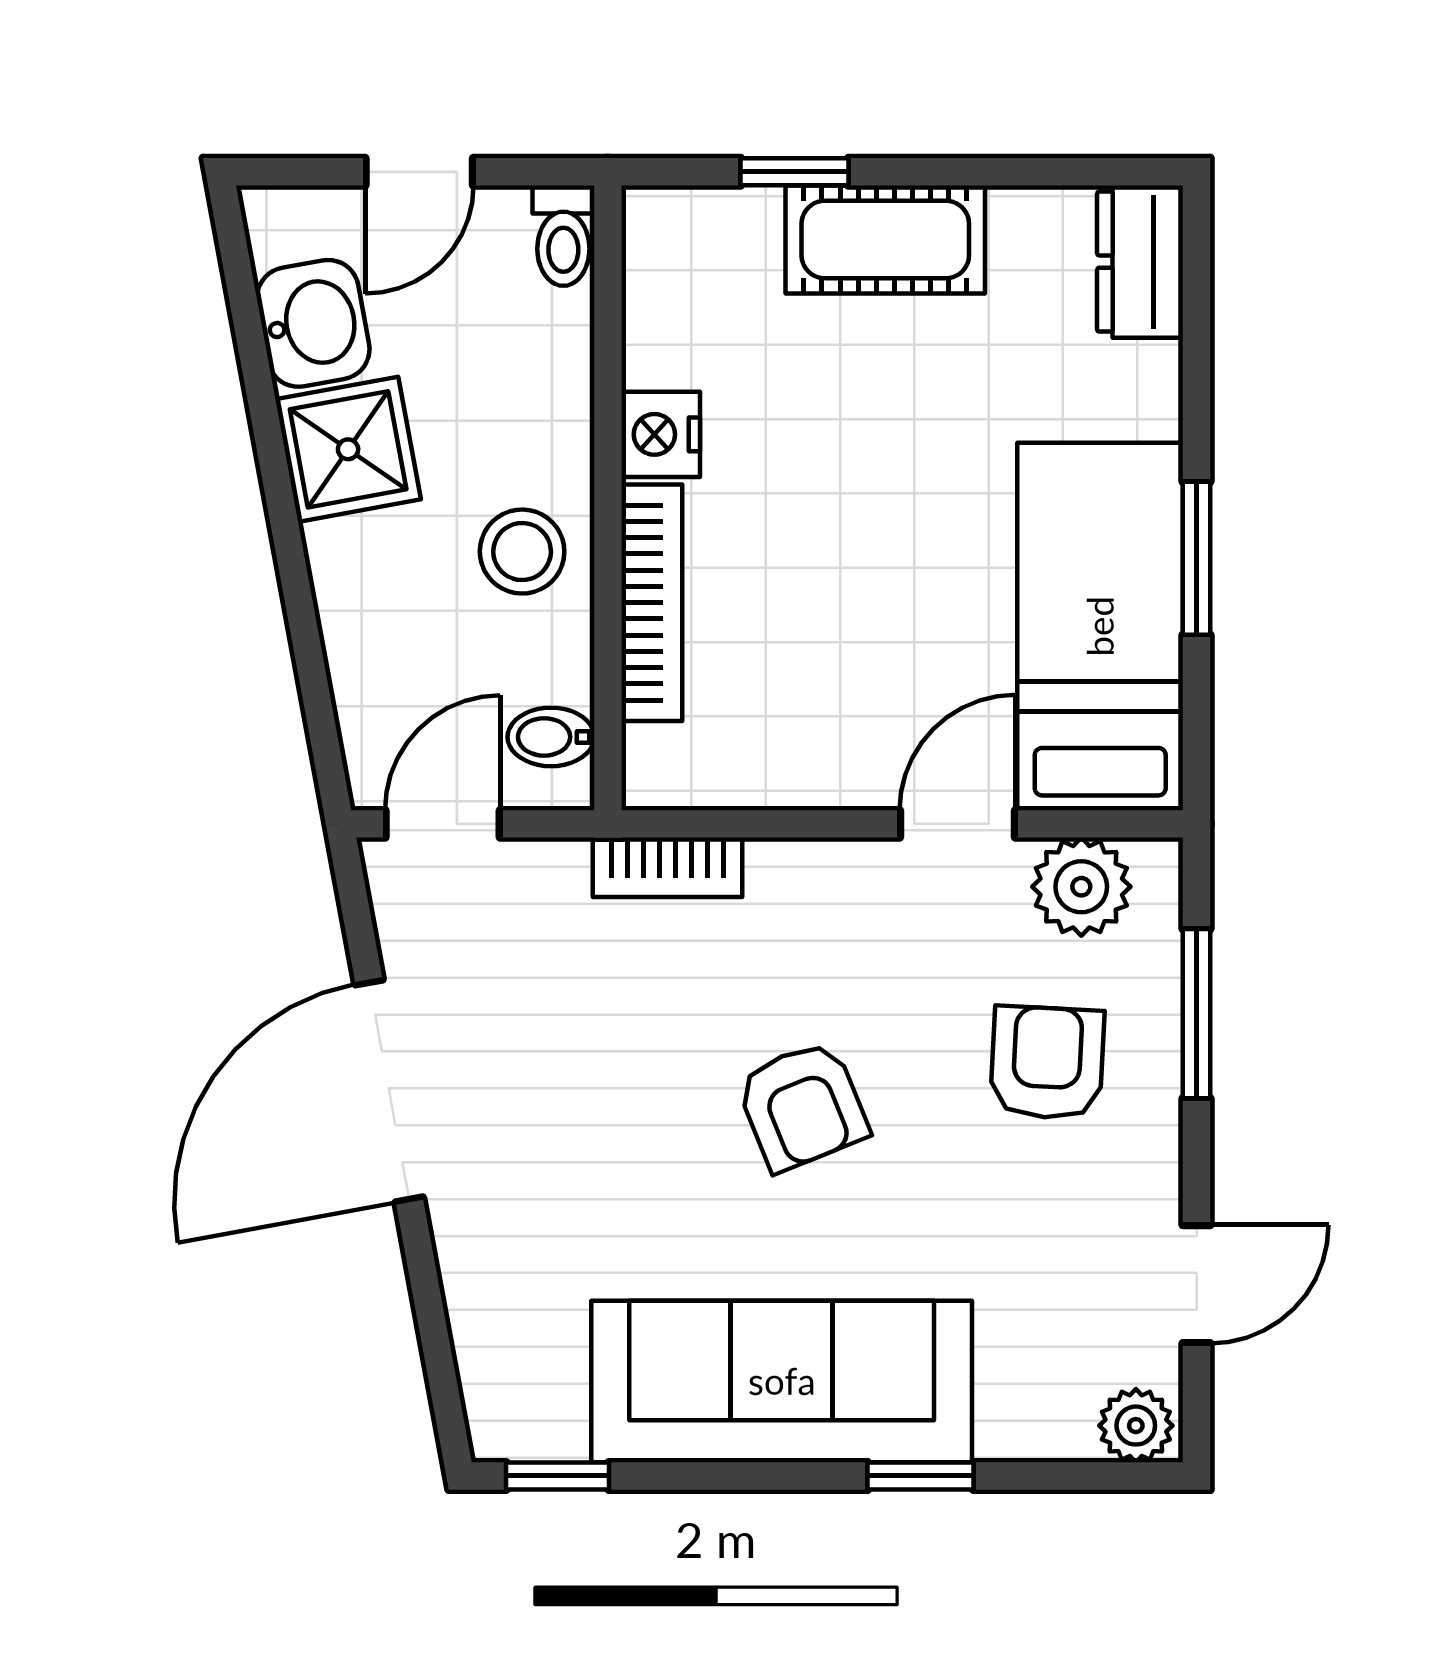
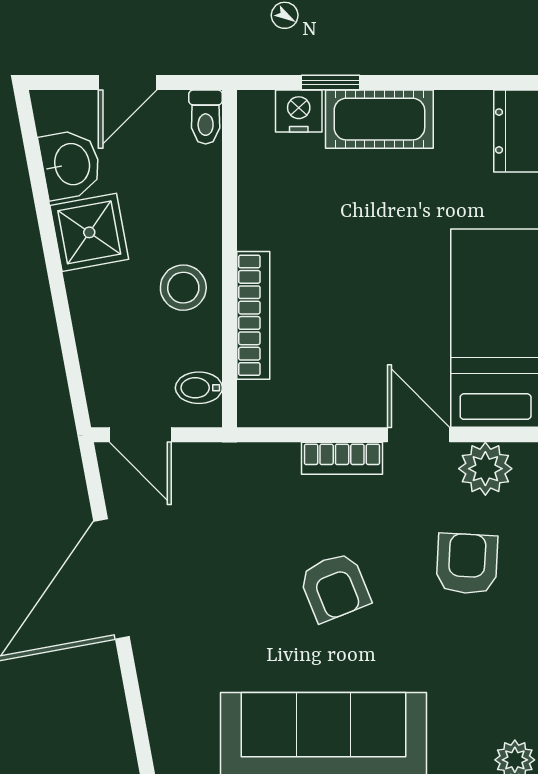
nightstand: (661, 434) -> (299, 111), moved, turned 90
door: (443, 824) -> (140, 435), swing flipped
door: (958, 824) -> (418, 435), hinge flipped
bookcase: (668, 867) -> (342, 458), moved

